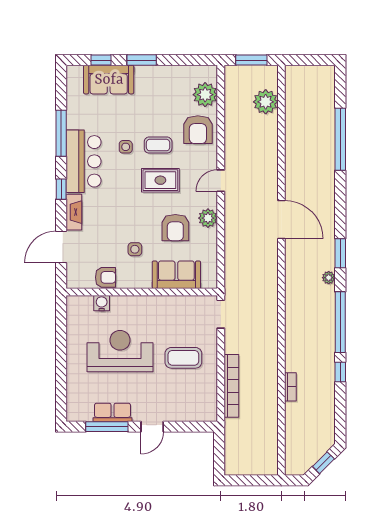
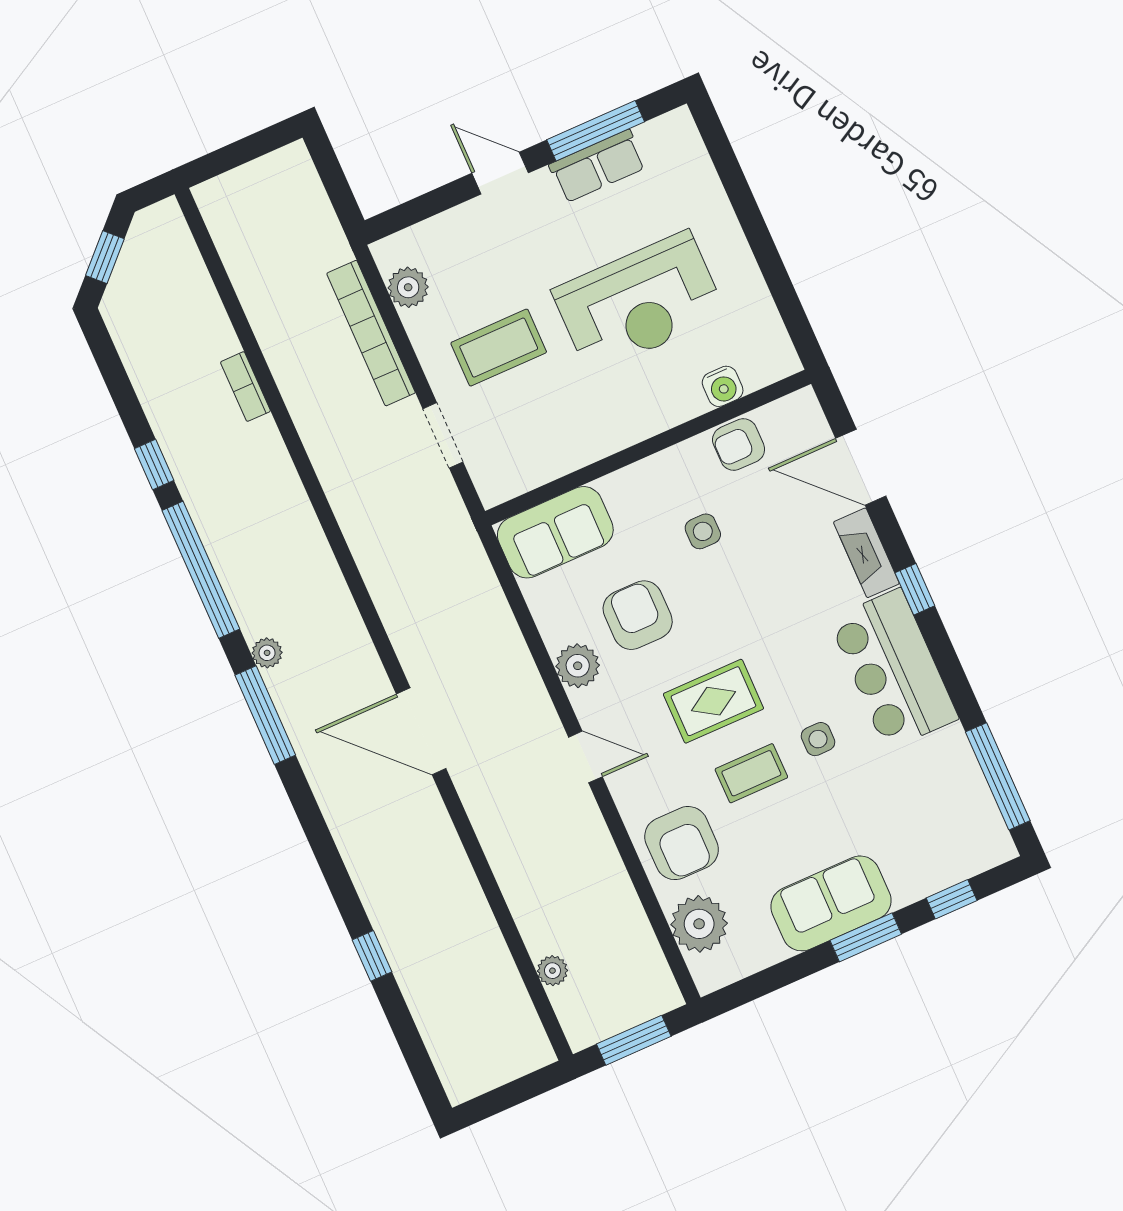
sofa: (109, 80) -> (831, 903), moved
plant: (266, 102) -> (552, 971), width x0.53, depth x0.53
armchair: (198, 130) -> (682, 843), turned 180
window: (61, 133) -> (998, 776), moved
window: (340, 139) -> (372, 956), width x0.32
door: (221, 181) -> (585, 757), hinge flipped
door: (61, 247) -> (861, 467), swing flipped
window: (340, 253) -> (265, 715), width x1.44
sofa: (176, 275) -> (555, 532), moved
doorway: (221, 314) -> (443, 435), moved
plant: (209, 398) -> (408, 287), added
door: (152, 427) -> (500, 173), hinge flipped

